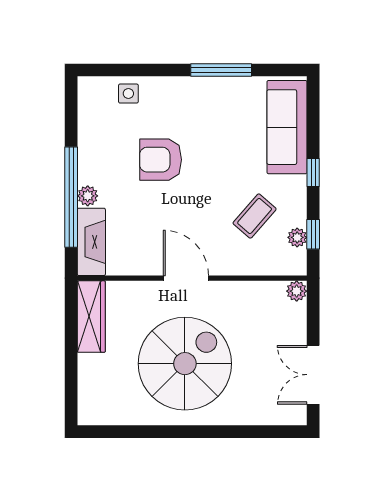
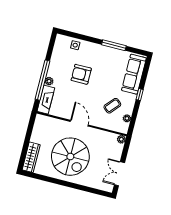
window: (313, 234) -> (133, 119), removed
wardrobe: (91, 317) -> (31, 157), moved
spiral stairs: (185, 364) -> (70, 157), turned 90

